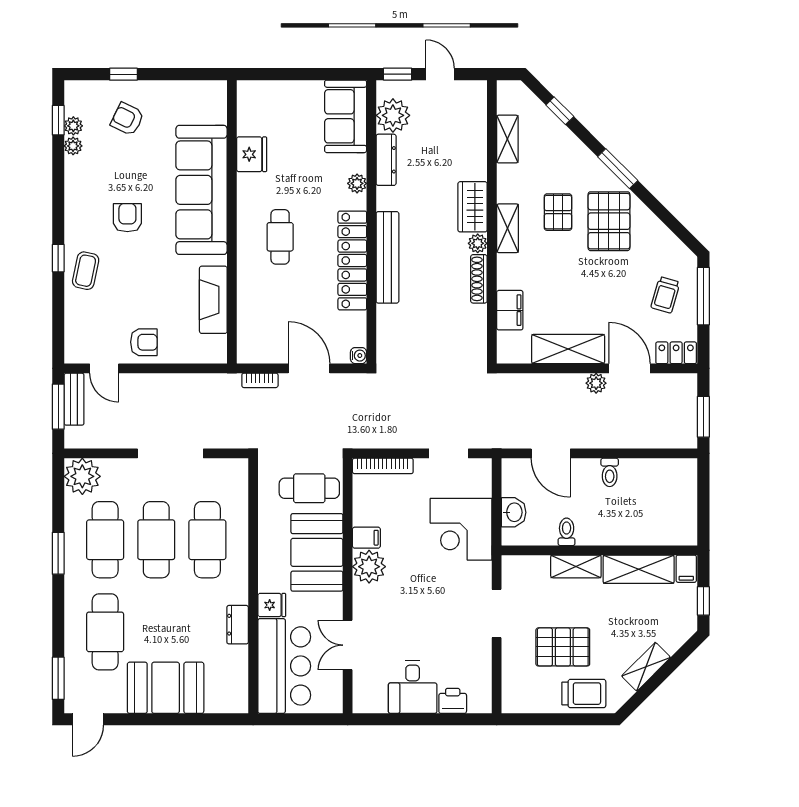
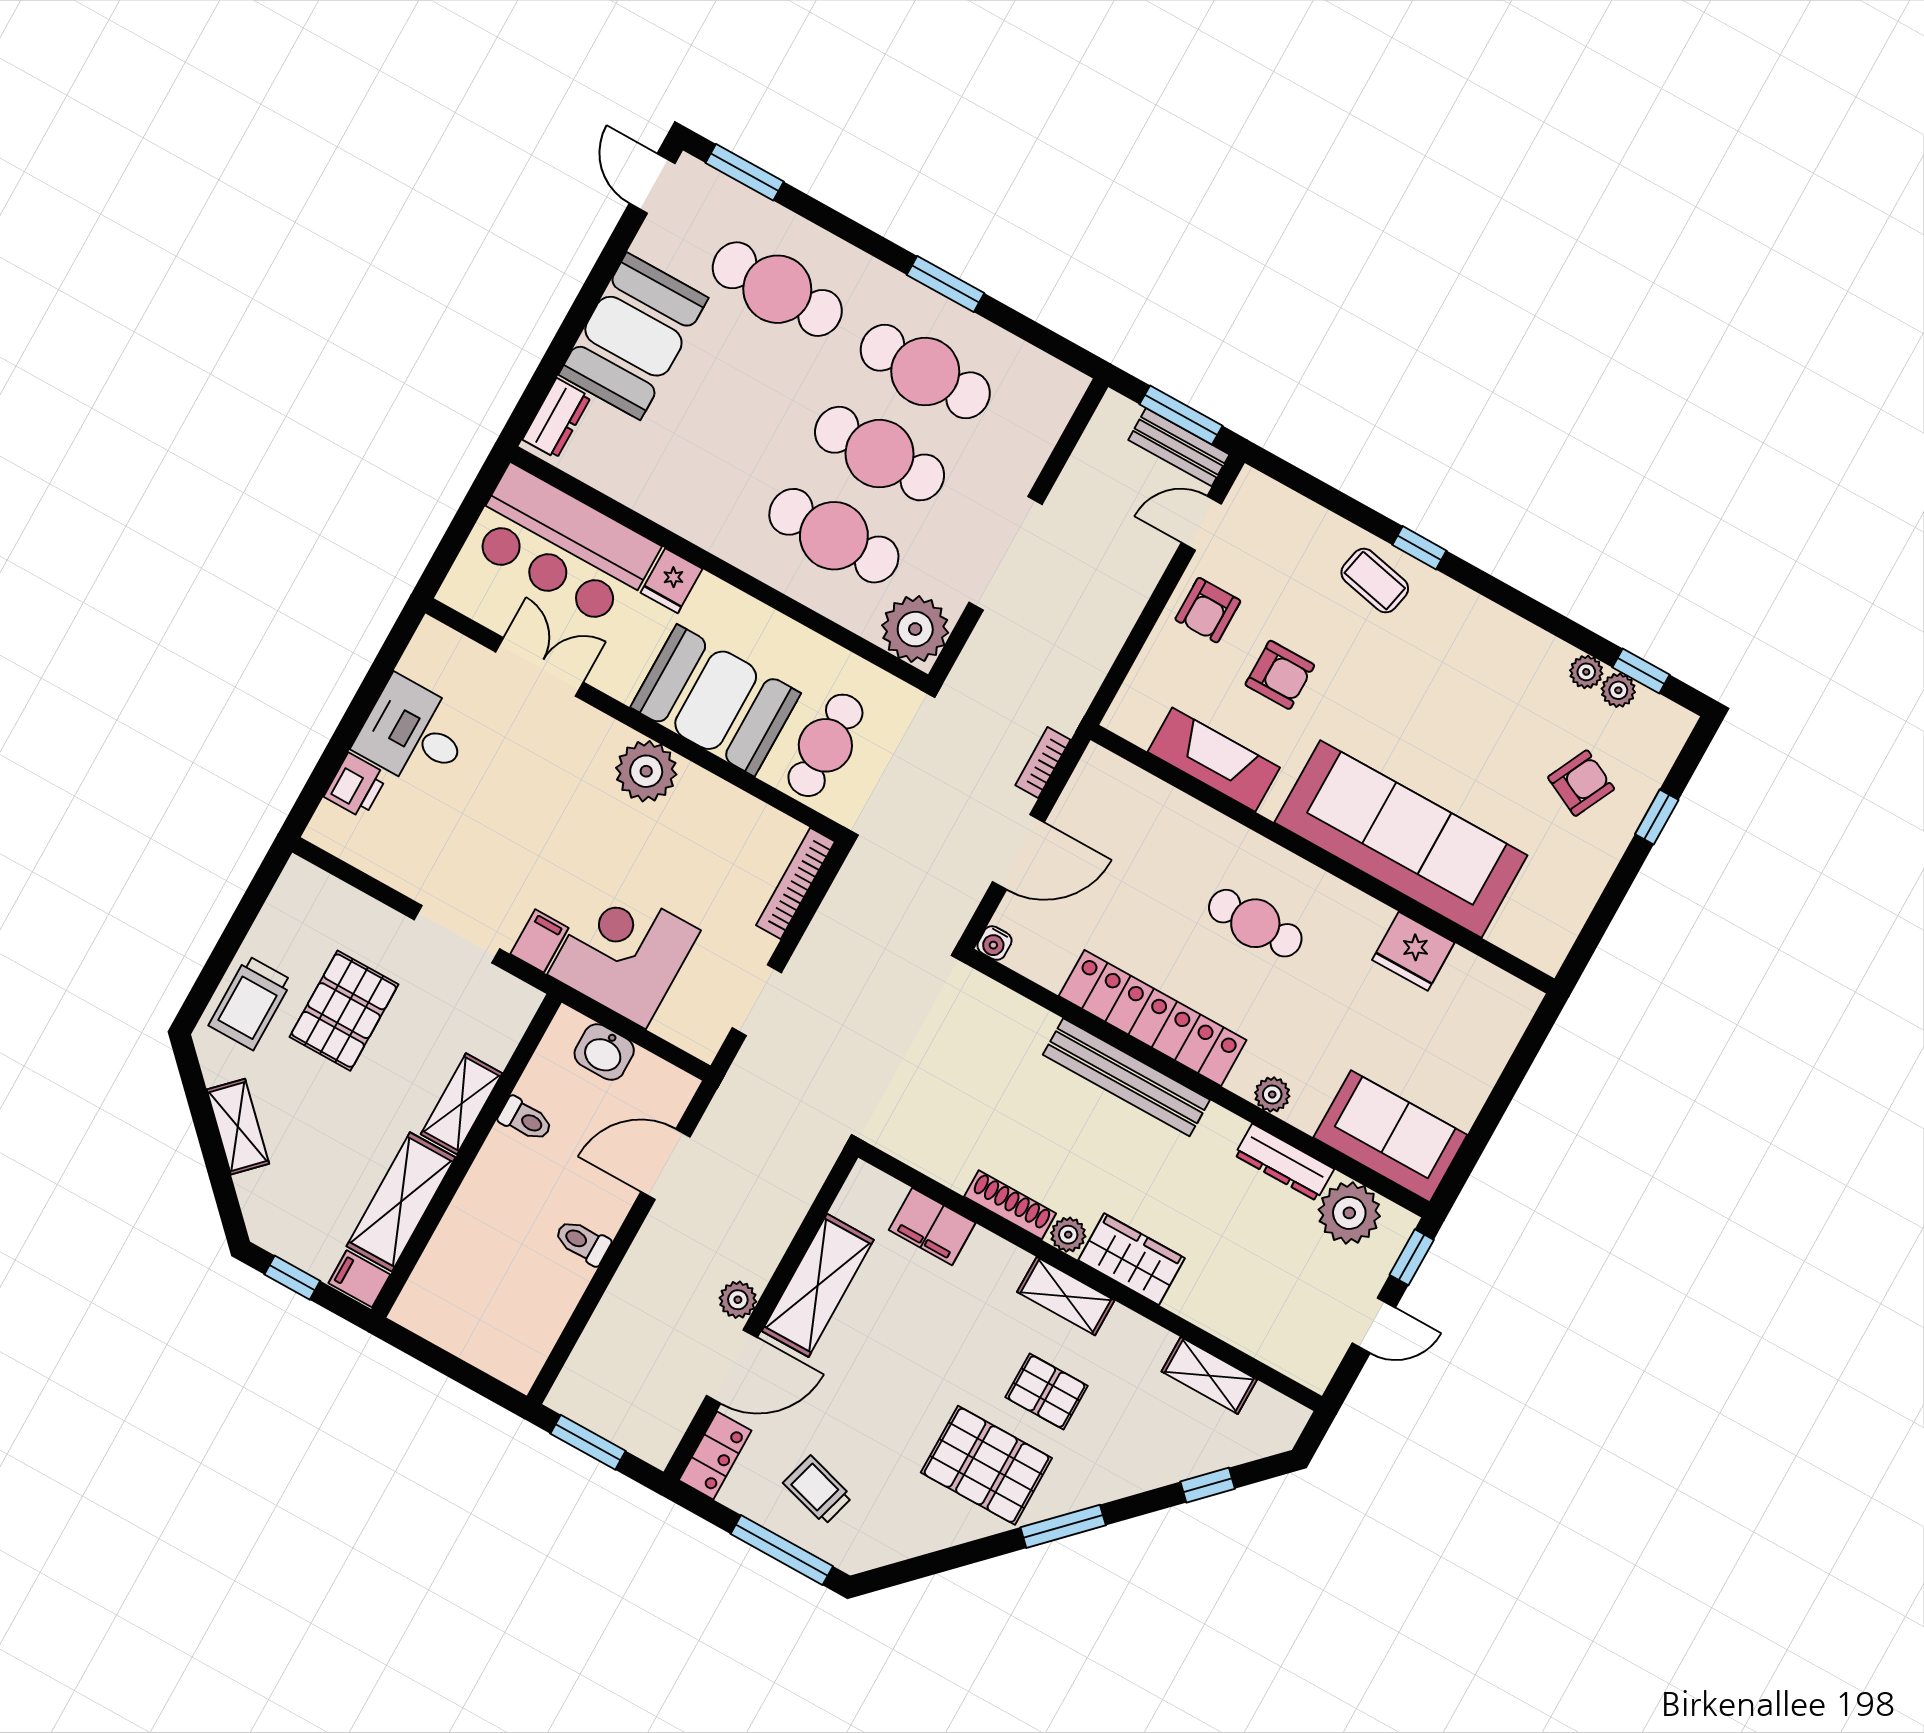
armchair: (127, 218) -> (1280, 675), moved
plant: (82, 476) -> (915, 629), moved
filing cabinet: (366, 538) -> (539, 941), moved, turned 180
dresser: (238, 625) -> (557, 418), moved, turned 90

